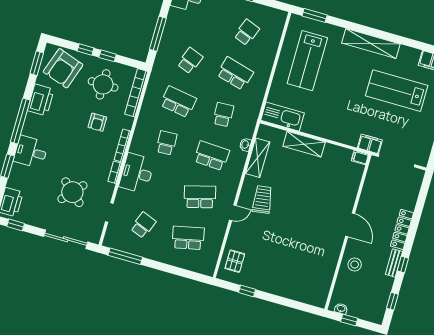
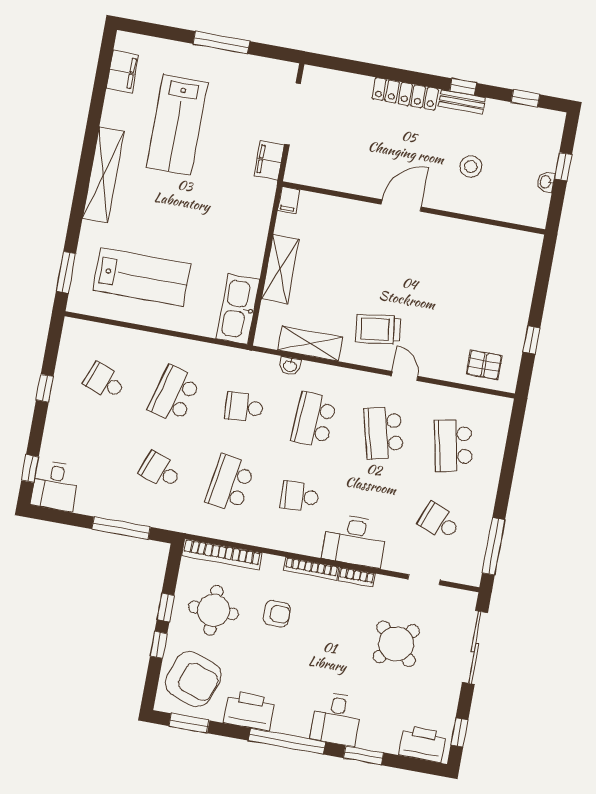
filing cabinet: (360, 158) -> (289, 200), moved
door: (350, 225) -> (401, 206), moved
wall: (348, 232) -> (414, 208), moved

